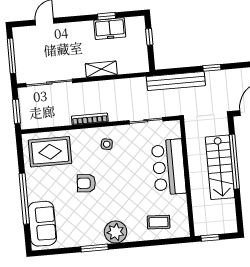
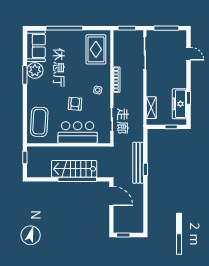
freezer: (110, 29) -> (179, 104), width x1.40
shelving: (101, 69) -> (151, 108), moved
bench: (176, 81) -> (138, 163), moved
armchair: (86, 183) -> (75, 104), moved
coffee table: (159, 222) -> (39, 122), width x1.86, depth x1.72
sofa: (42, 224) -> (36, 46), moved, turned -90
plant: (116, 232) -> (35, 70), moved

